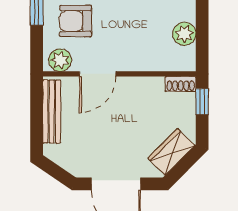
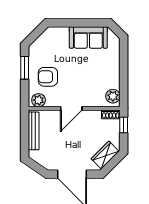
plant: (184, 34) -> (113, 96), moved
door: (98, 74) -> (71, 108), moved

